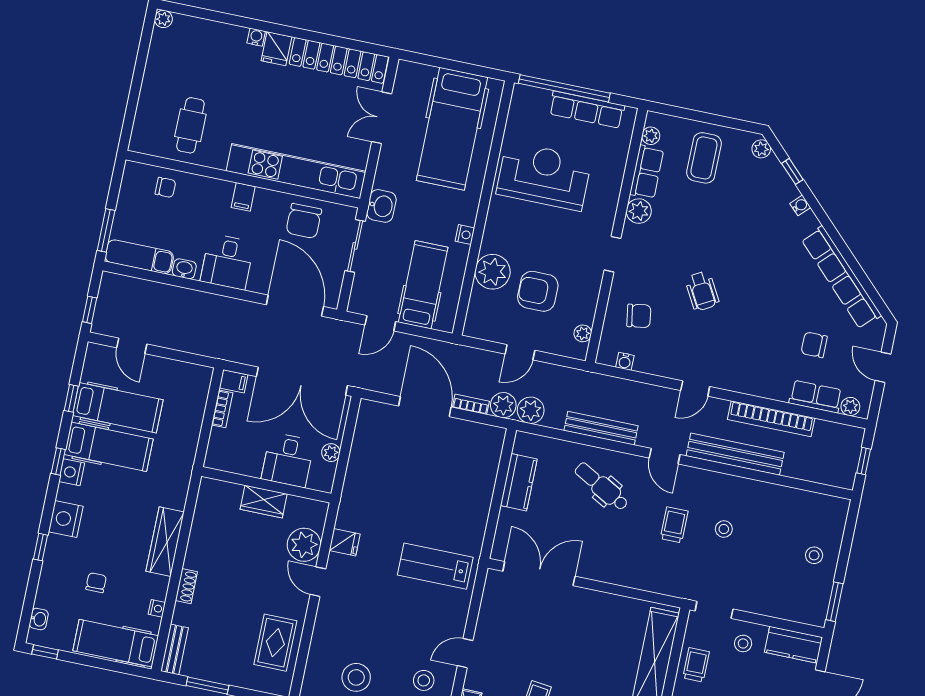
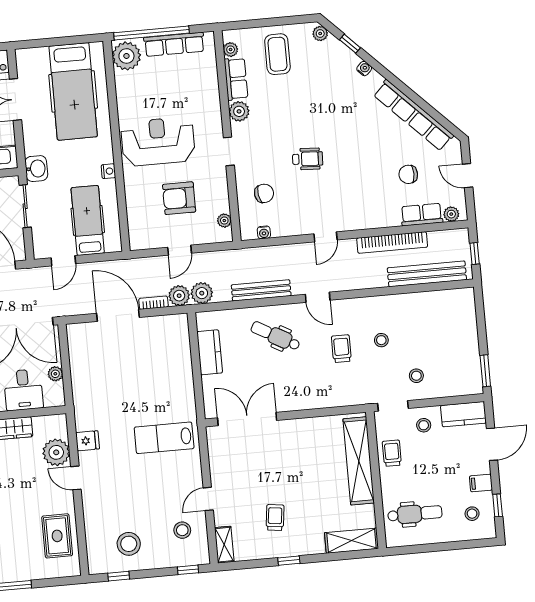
reception desk: (544, 176) -> (158, 142), moved
plant: (493, 272) -> (126, 56), moved
wheelchair: (702, 291) -> (308, 159), turned -58
bench: (735, 454) -> (427, 274), moved
stool: (814, 555) -> (416, 376), moved

